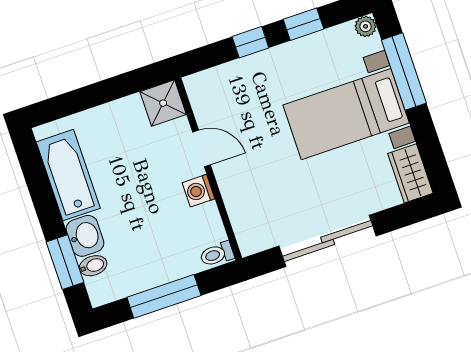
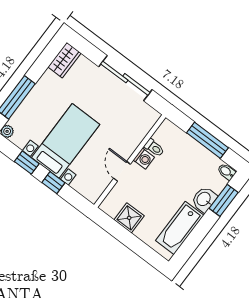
shower: (163, 103) -> (129, 218), moved
bed with nightstands: (346, 114) -> (66, 141), moved, turned -90
toilet: (217, 254) -> (154, 148), moved
bidet: (93, 266) -> (226, 172), moved

